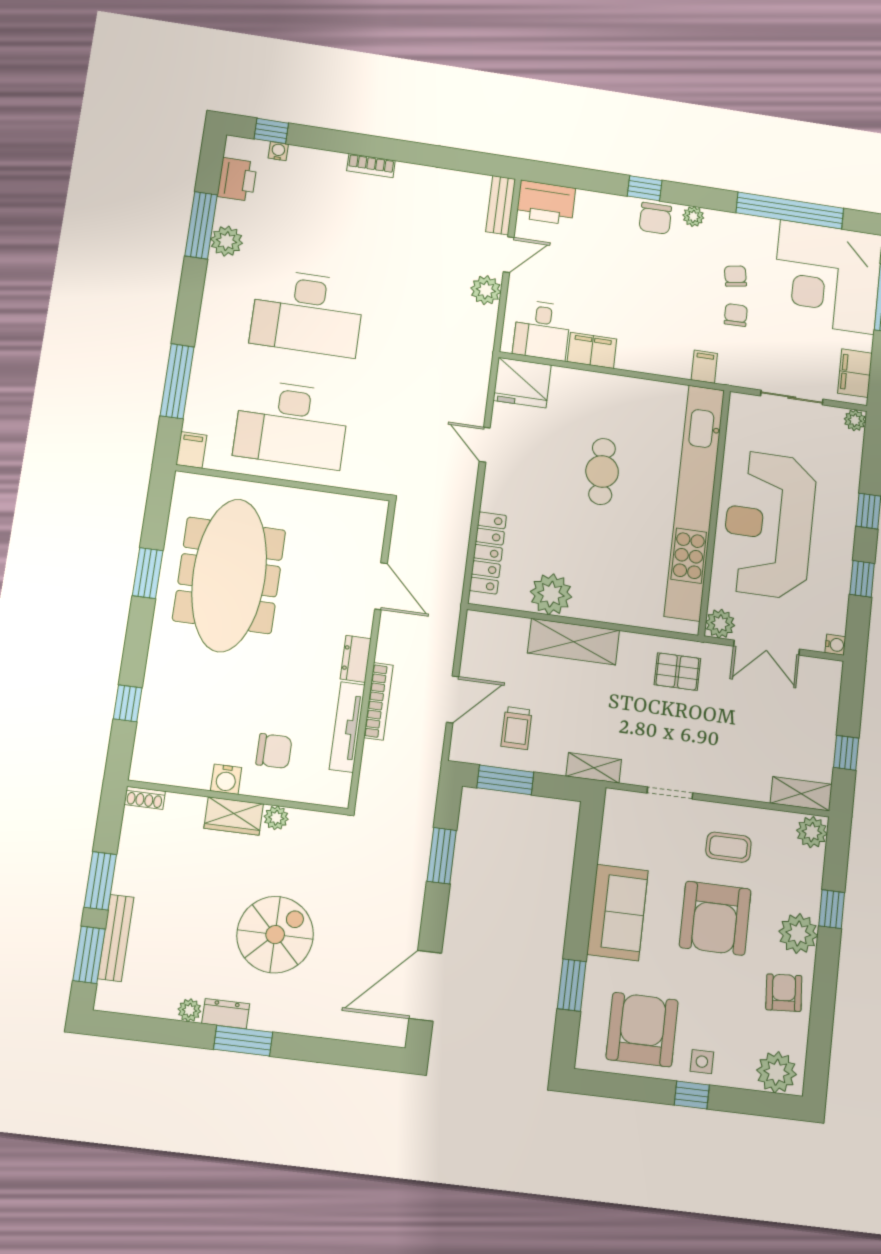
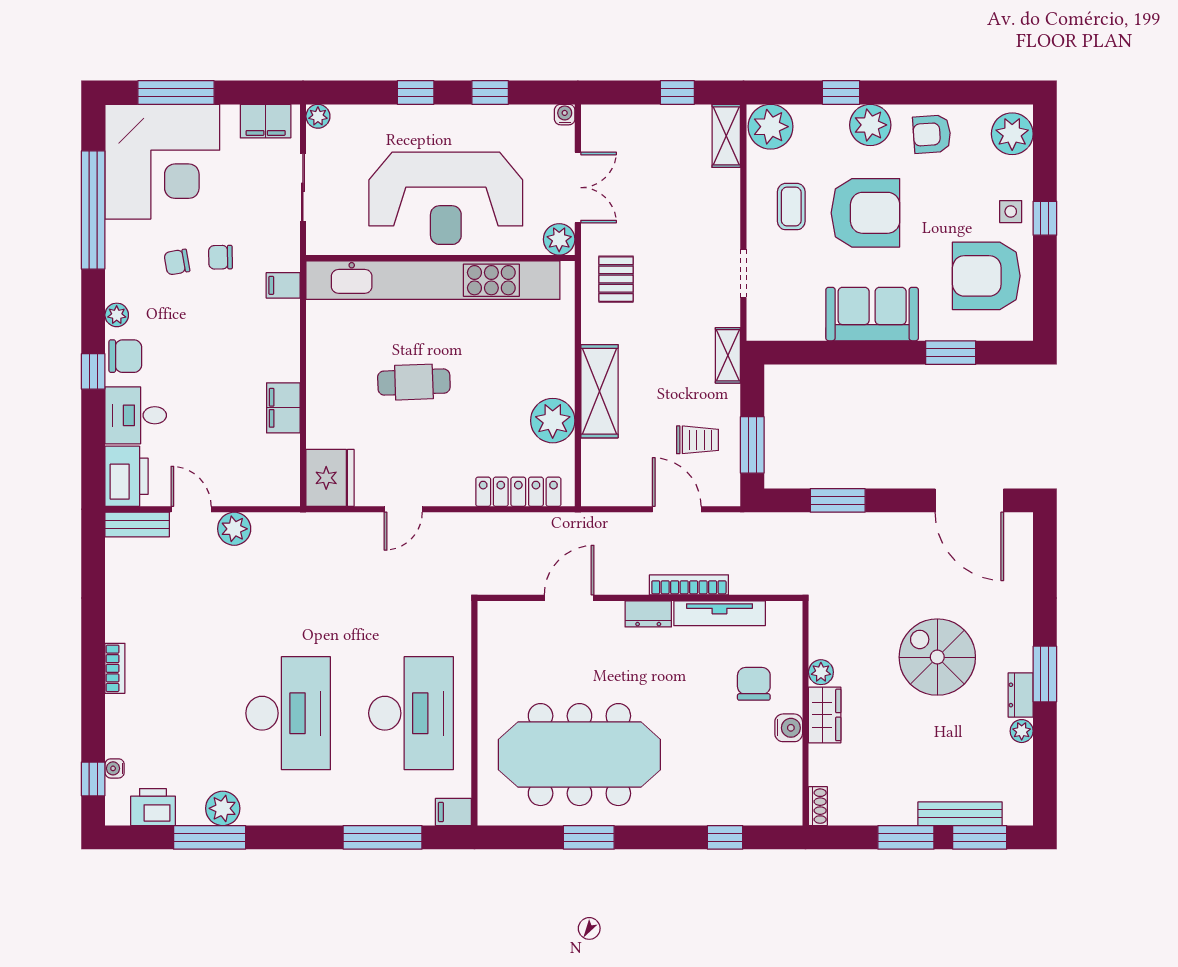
desk: (542, 330) -> (136, 415), moved, turned 180
plant: (812, 832) -> (771, 127), width x1.36, depth x1.36

